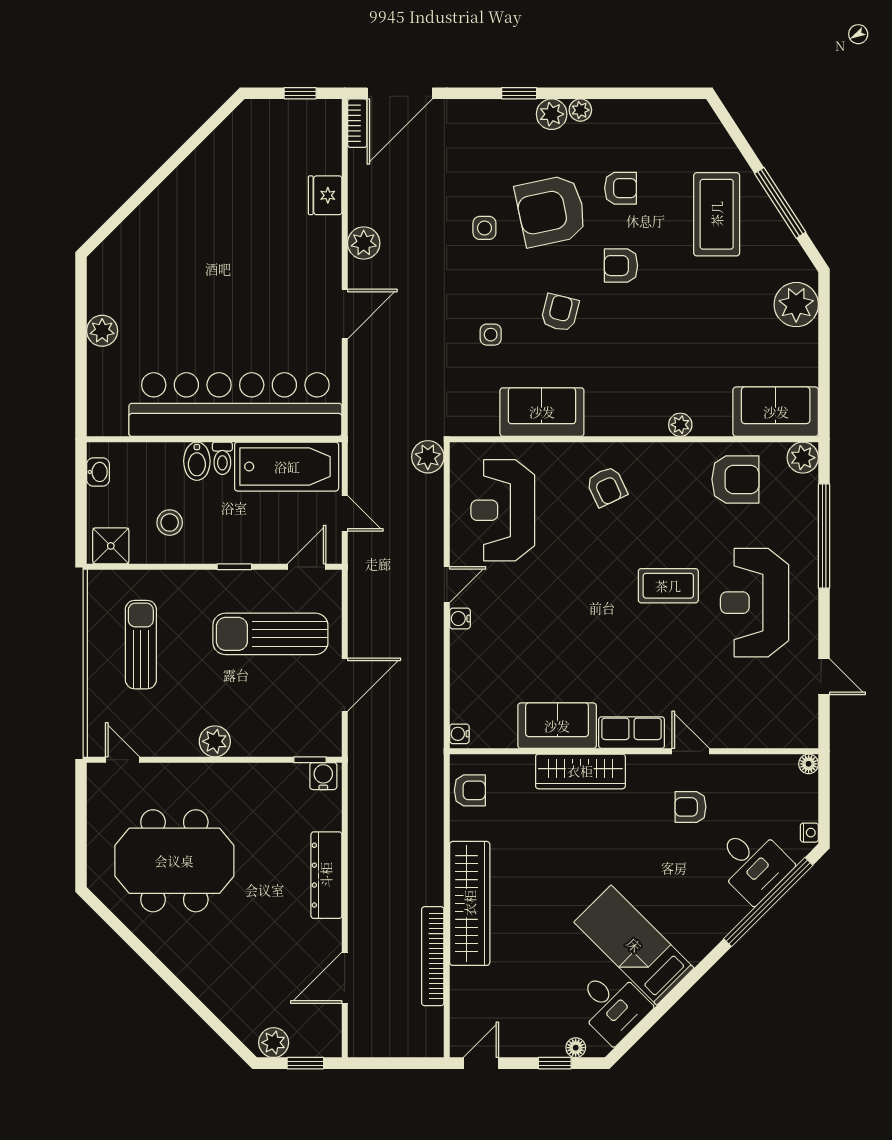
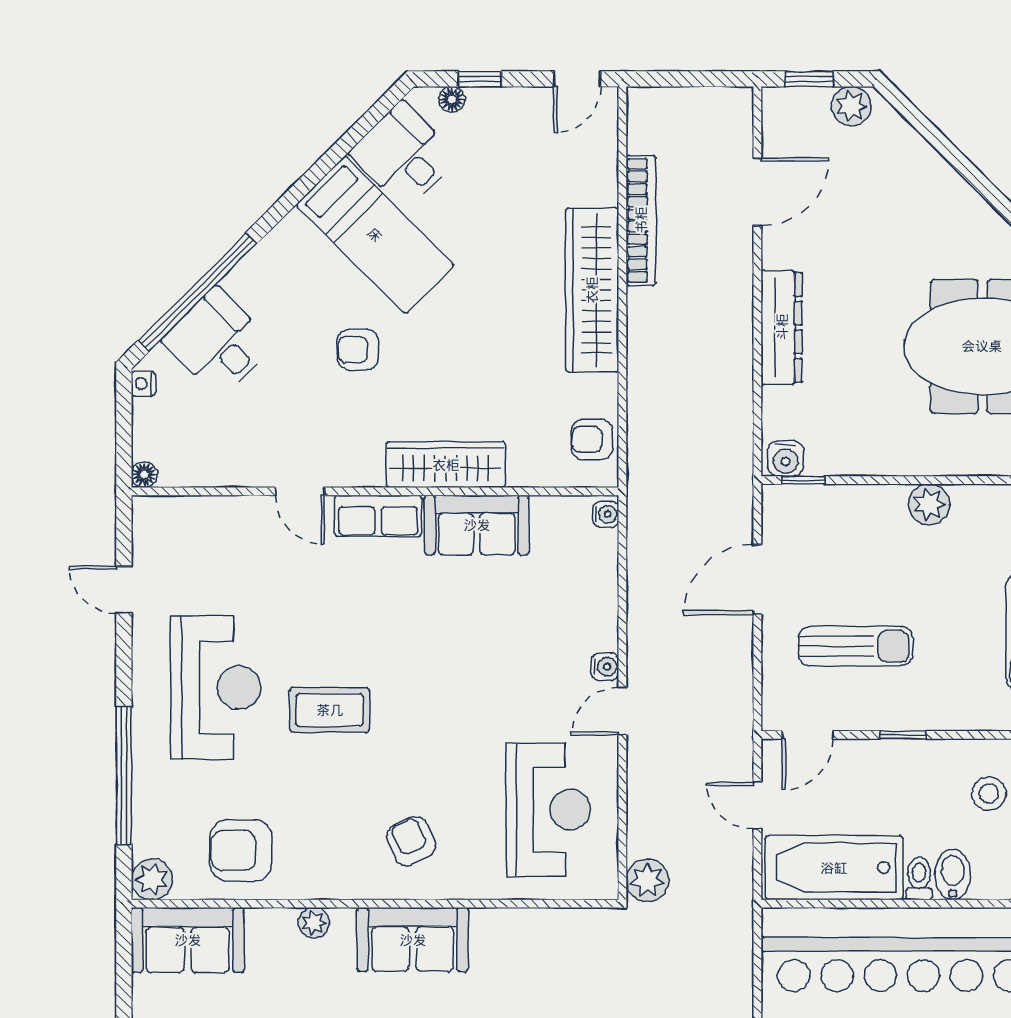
sofa: (542, 412) -> (413, 940), moved
sun lounger: (270, 634) -> (856, 646), width x0.73, depth x0.75
armchair: (690, 807) -> (358, 350), moved, turned 180

